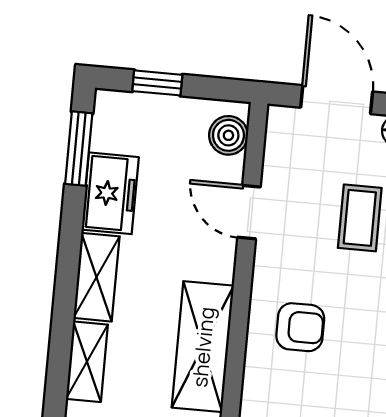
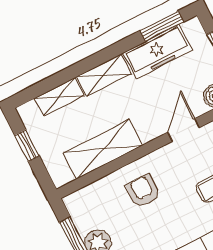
freezer: (110, 193) -> (158, 52), width x1.40
armchair: (300, 327) -> (143, 191), turned 180

